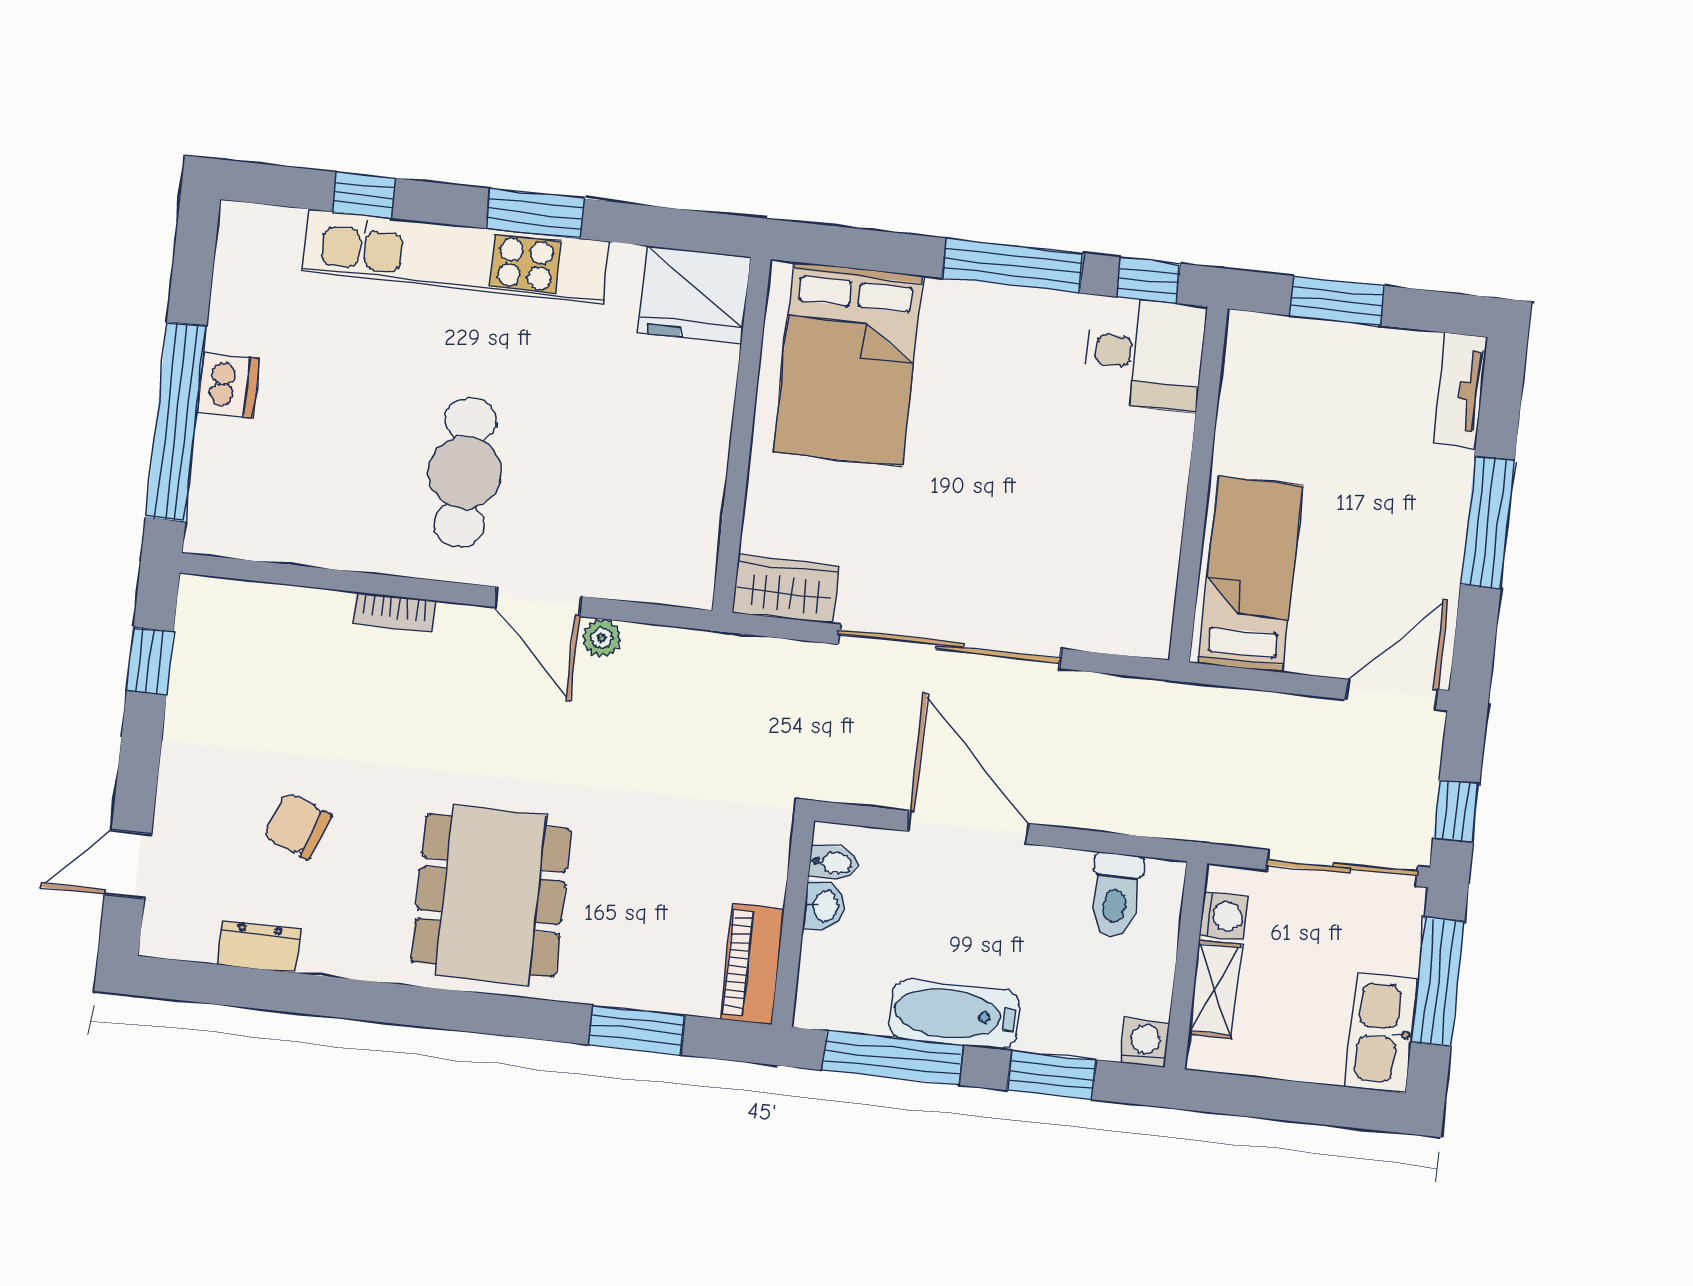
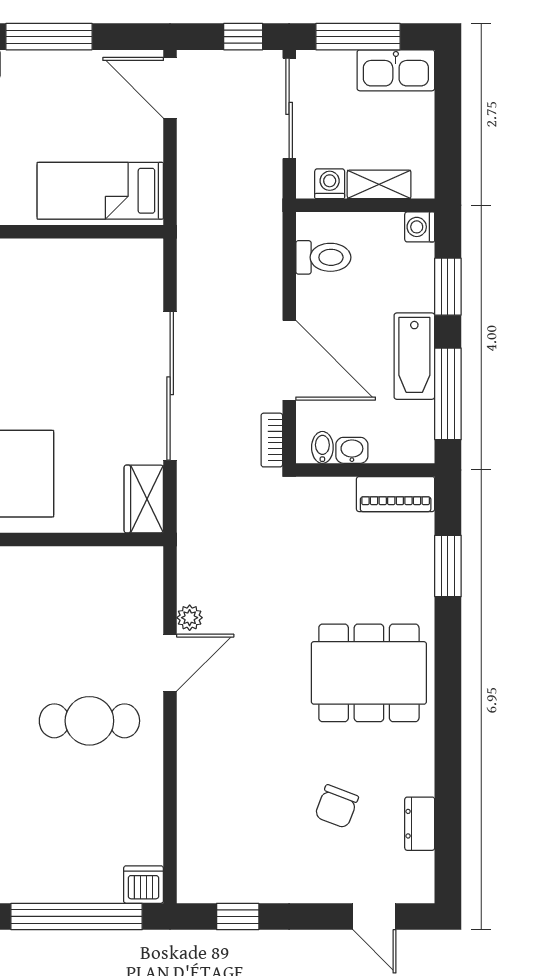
dishwasher: (228, 385) -> (143, 885), moved
bookcase: (394, 612) -> (272, 440), moved, turned 180
door: (968, 827) -> (289, 360), swing flipped

